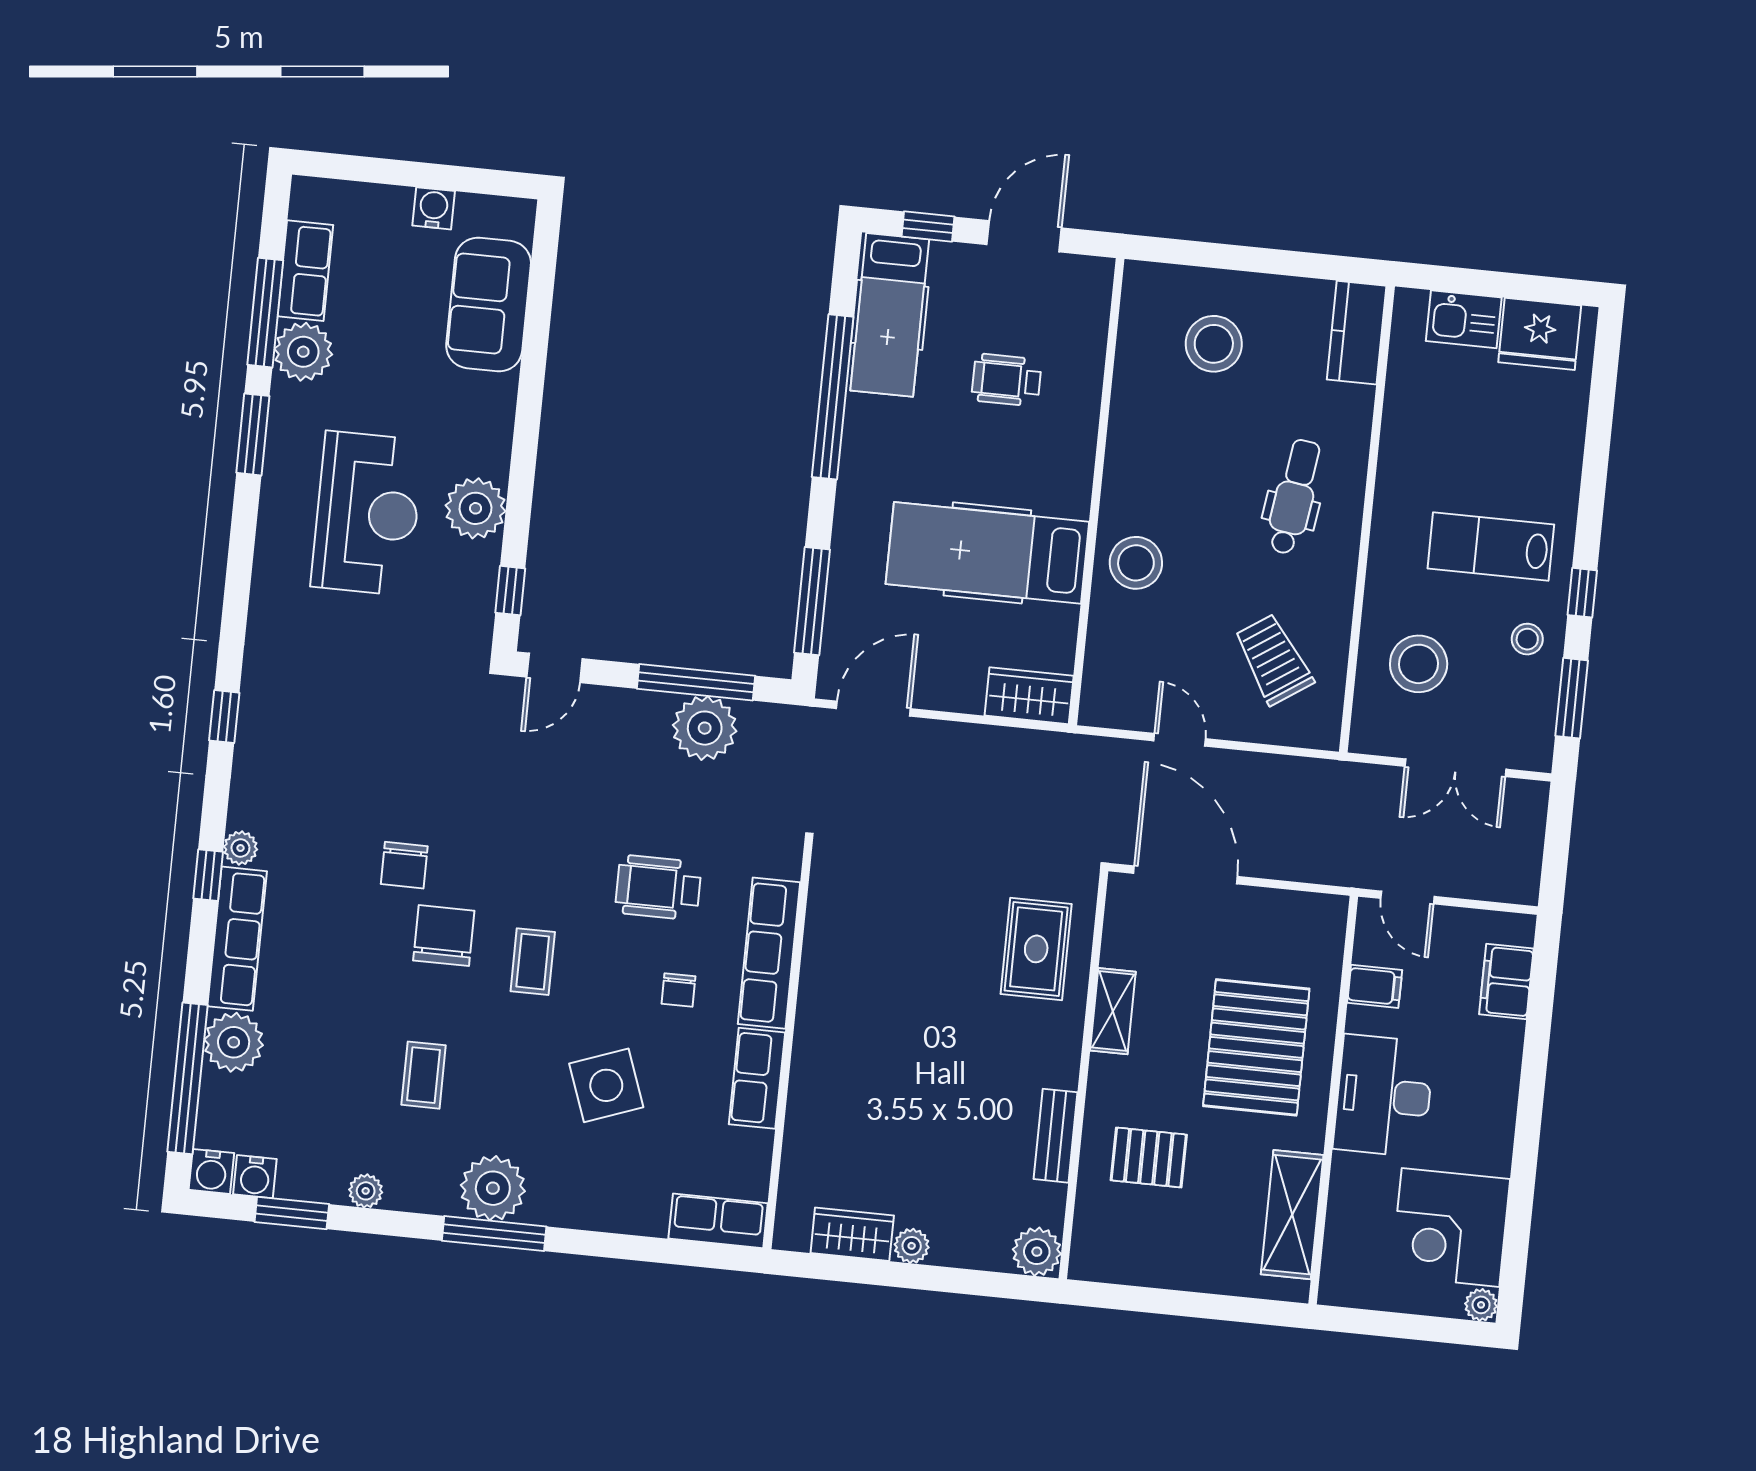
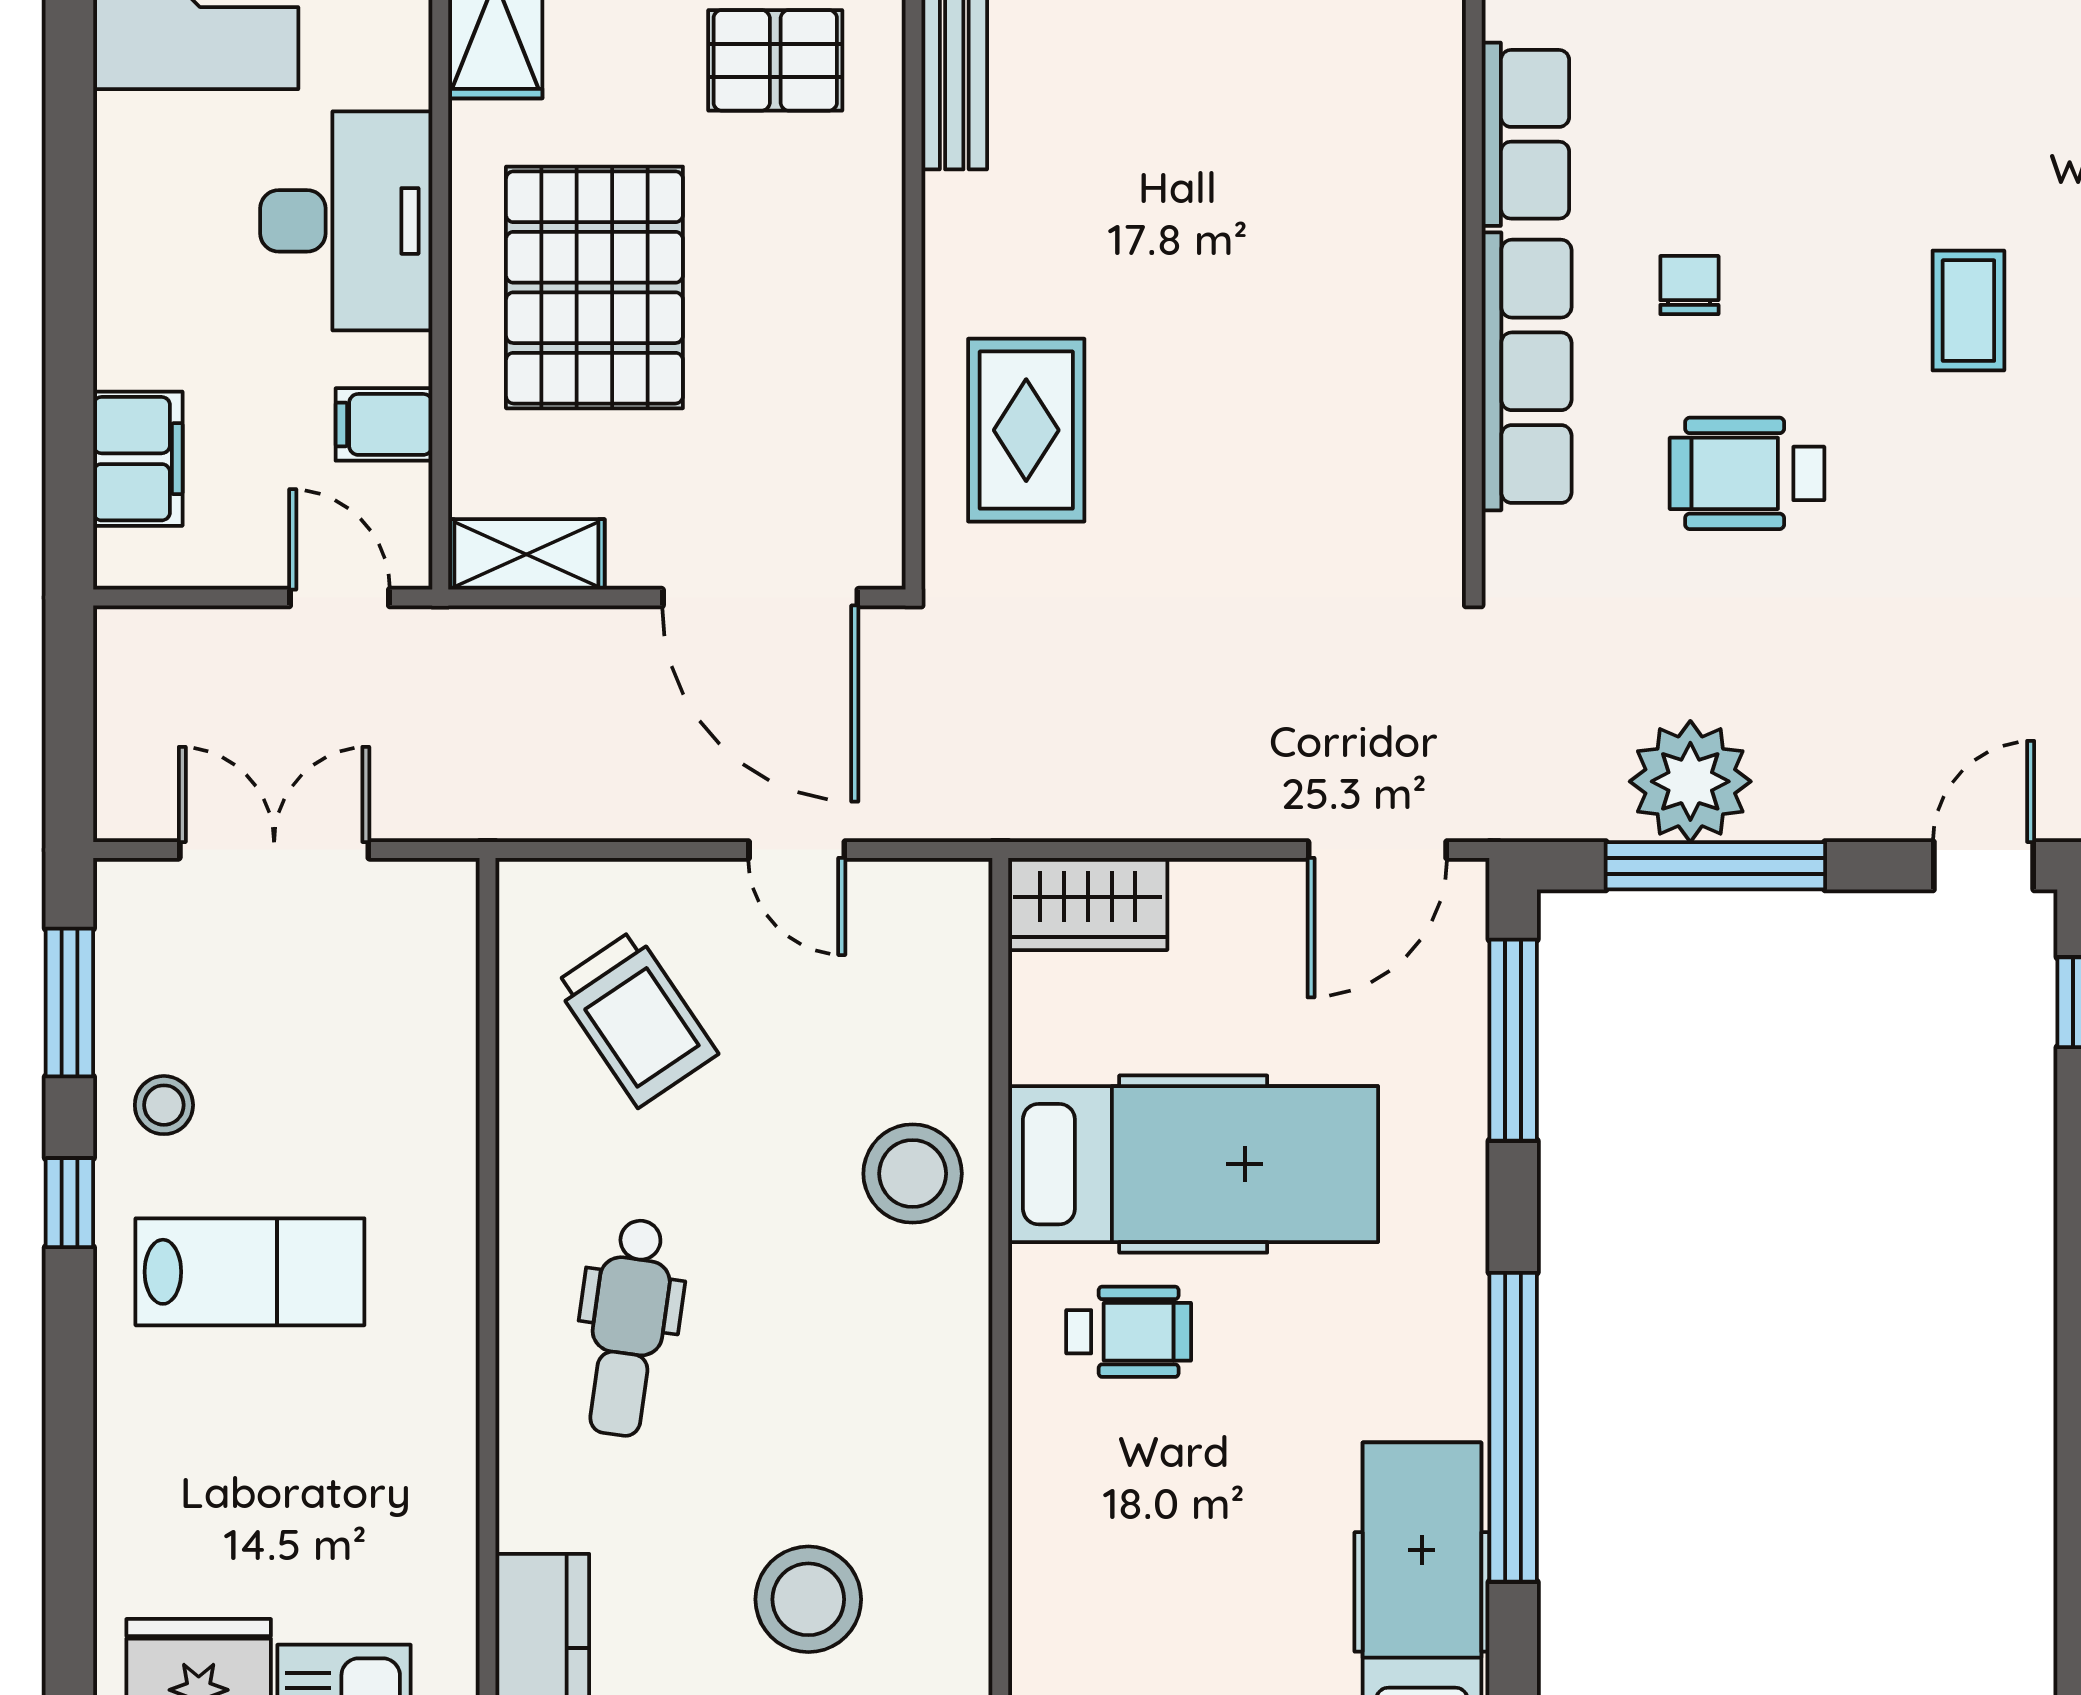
wheelchair: (1006, 380) -> (1129, 1332), moved
stool: (1419, 664) -> (363, 1038), removed
wheelchair: (658, 888) -> (1747, 473), turned 180
shelving: (1113, 1011) -> (526, 554), moved, turned 90
side table: (606, 1085) -> (1807, 92), removed

